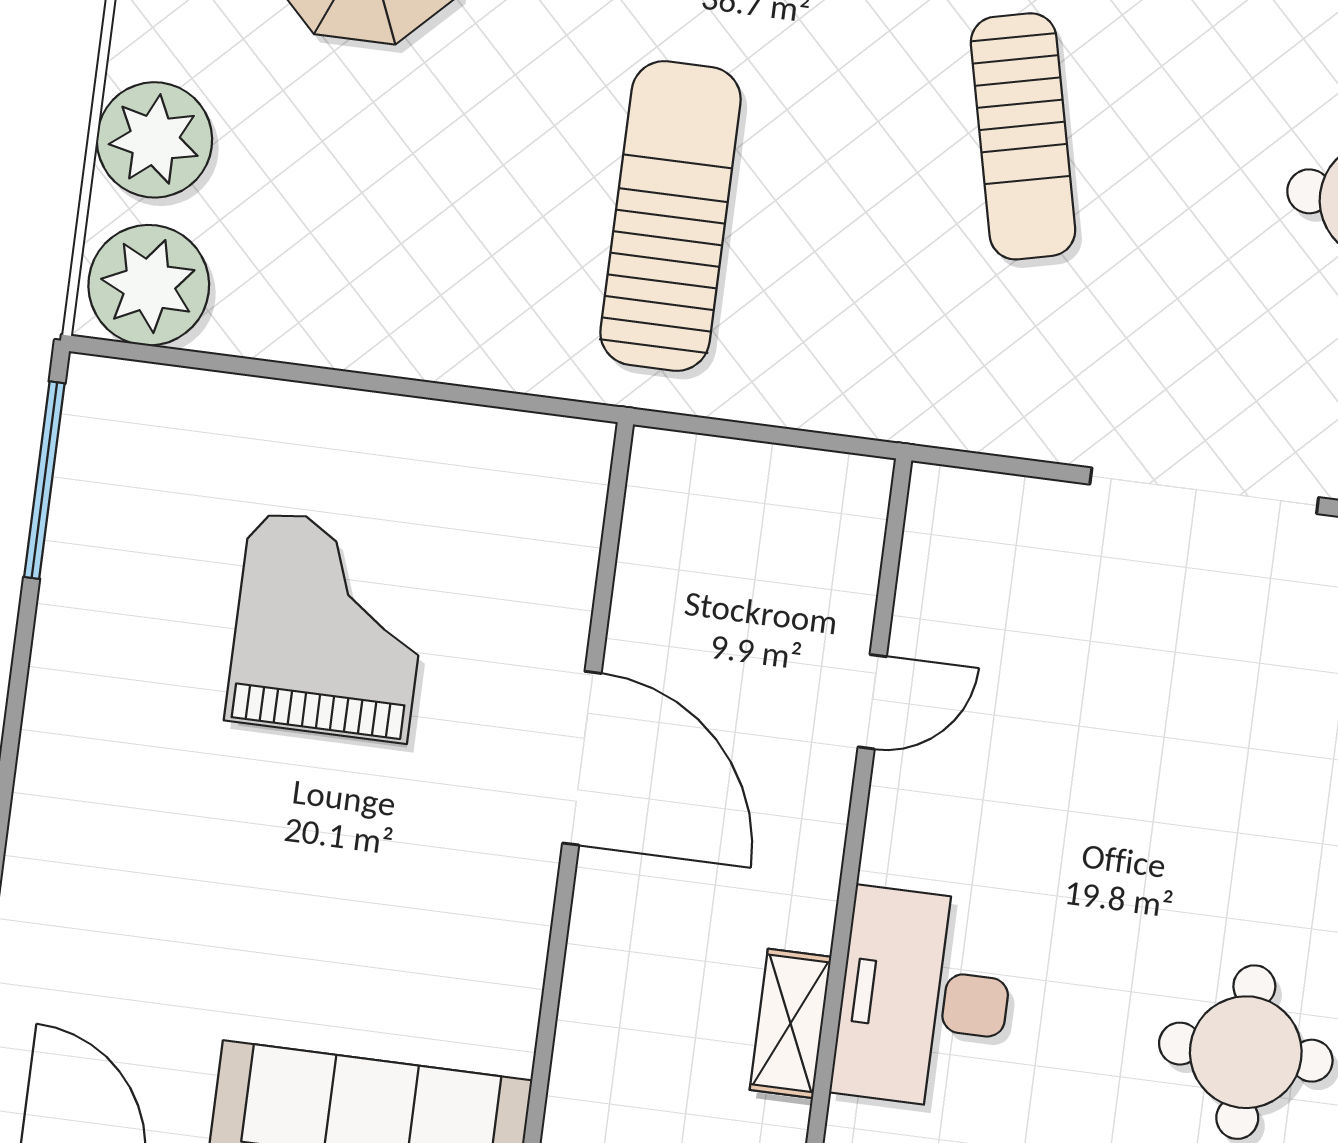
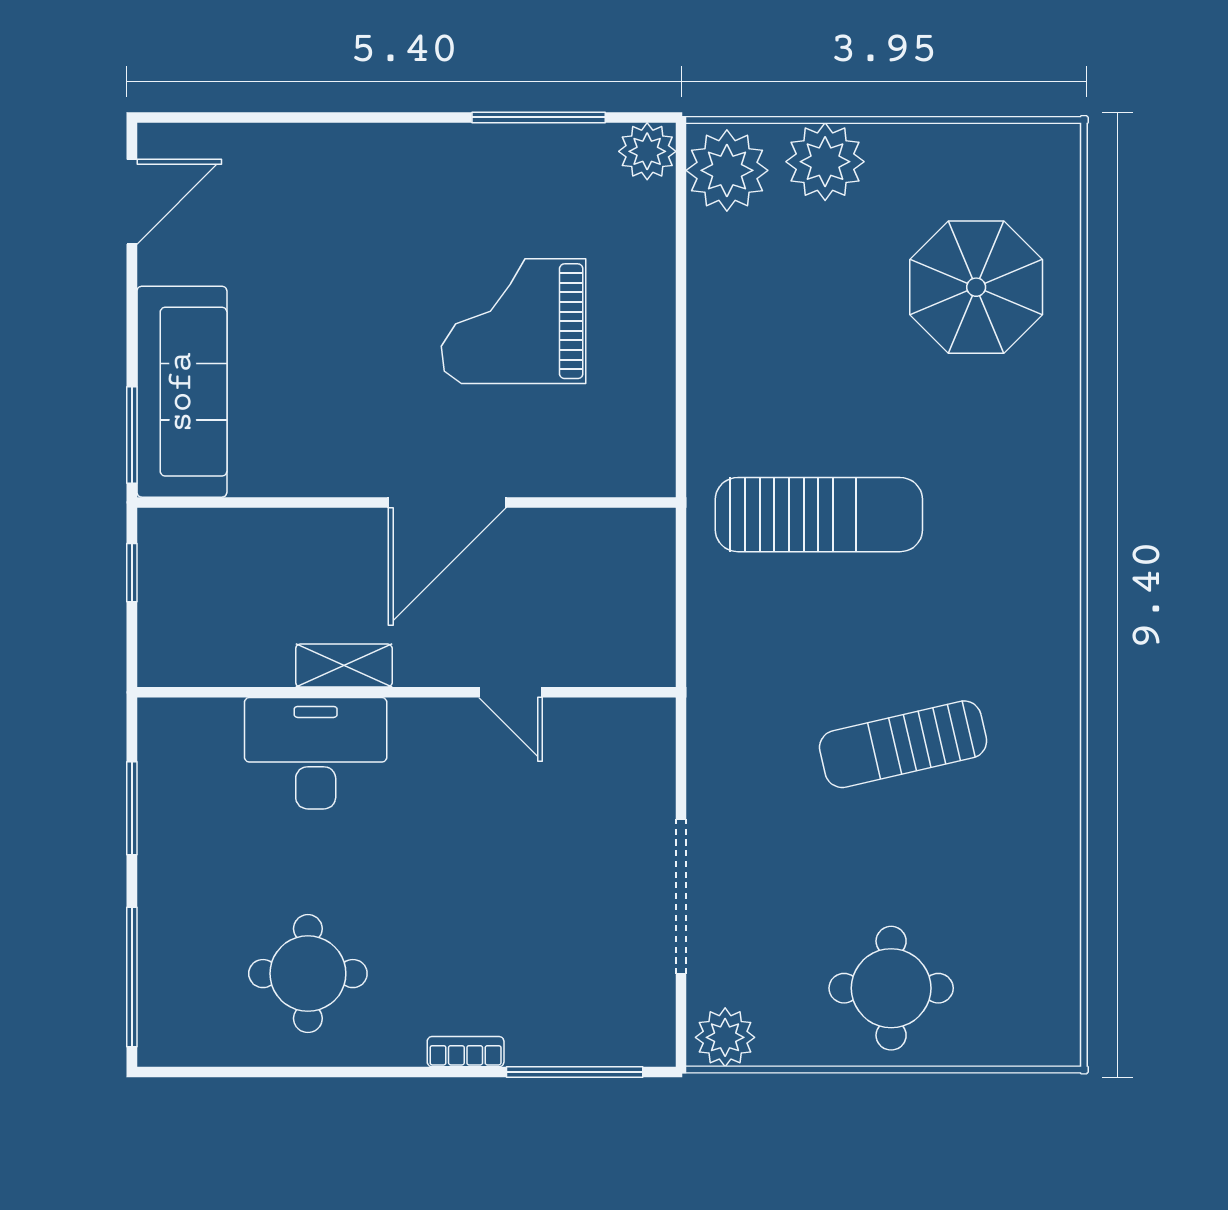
plant: (105, 398) -> (647, 151), added
window: (44, 480) -> (539, 117), moved
grand piano: (329, 627) -> (514, 321), turned 180
shelving: (790, 1023) -> (344, 665), moved

